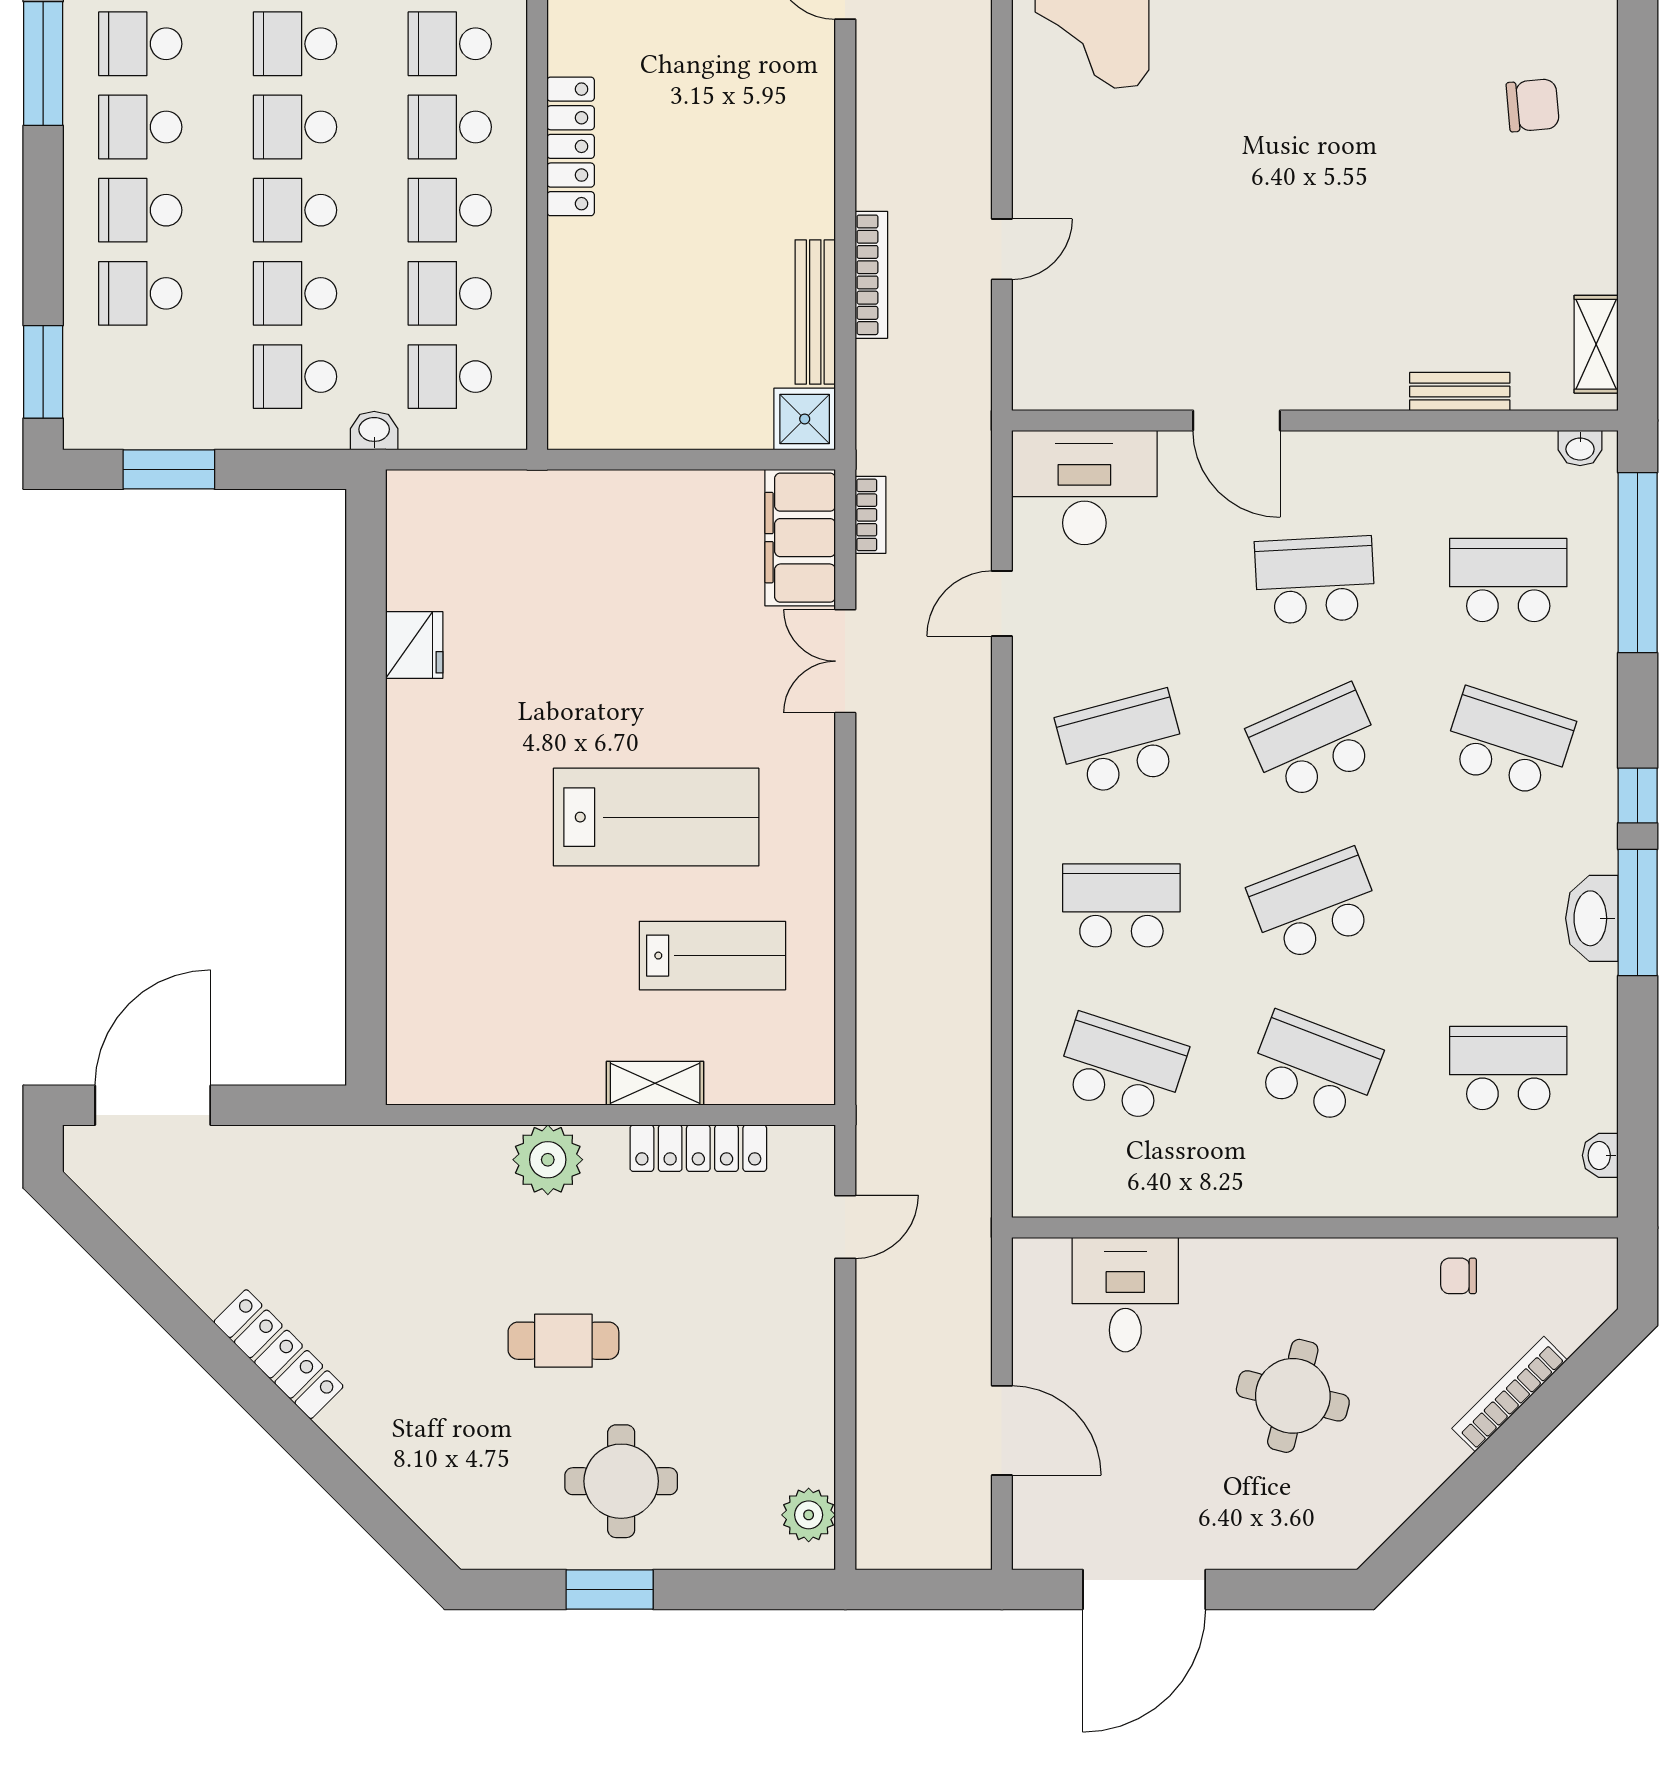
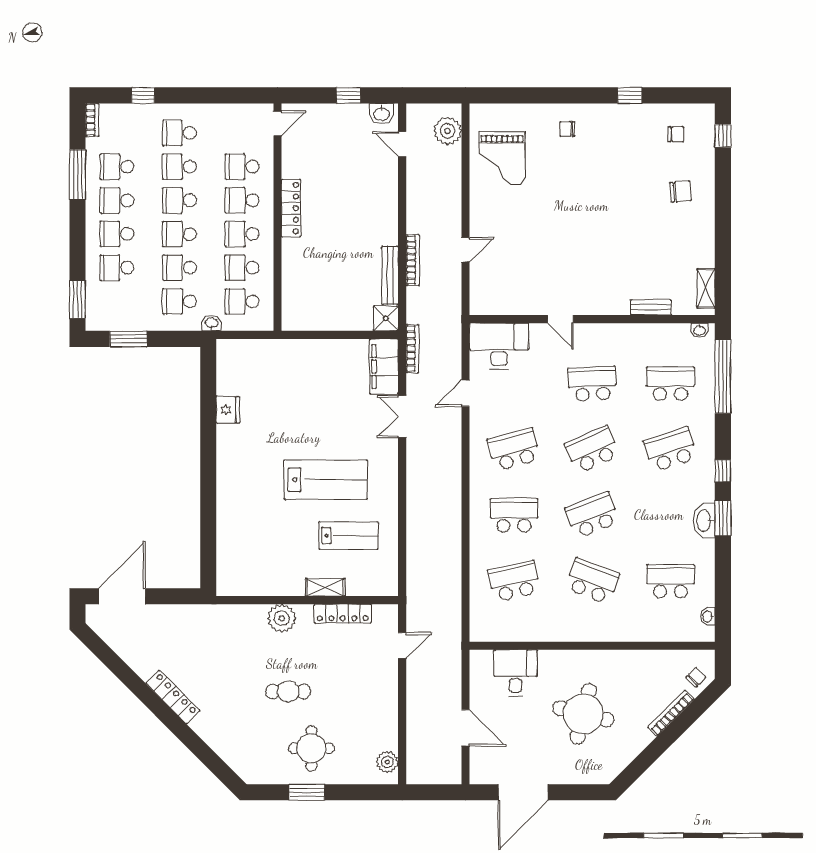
door: (1236, 420) -> (560, 319), width x0.73
bookcase: (870, 515) -> (412, 349), width x1.56
school desk: (1508, 743) -> (670, 449), turned -36
window: (1638, 912) -> (723, 518), width x0.69
school desk: (1121, 1068) -> (514, 581), turned -30
chair: (1459, 1276) -> (696, 677), moved, turned 135
round table: (1293, 1396) -> (583, 714), width x1.36, depth x1.36

